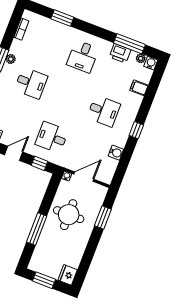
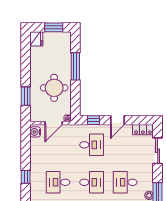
desk: (67, 97) -> (92, 182), added
water cooler: (116, 153) -> (35, 132), moved

